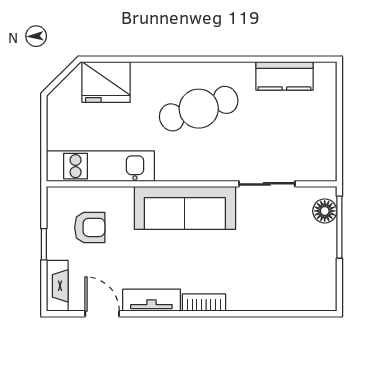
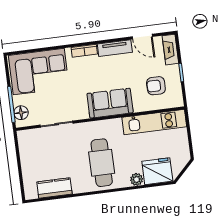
plant: (143, 72) -> (137, 179), added
cafe table: (199, 109) -> (102, 163), turned -72
sofa: (185, 208) -> (110, 103), width x0.73
corner sofa: (286, 277) -> (39, 72), added

